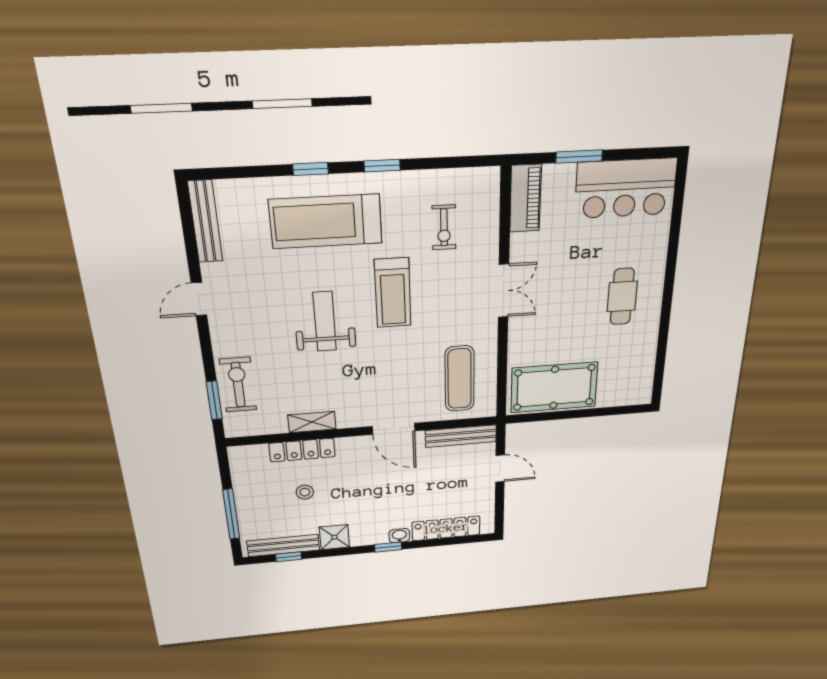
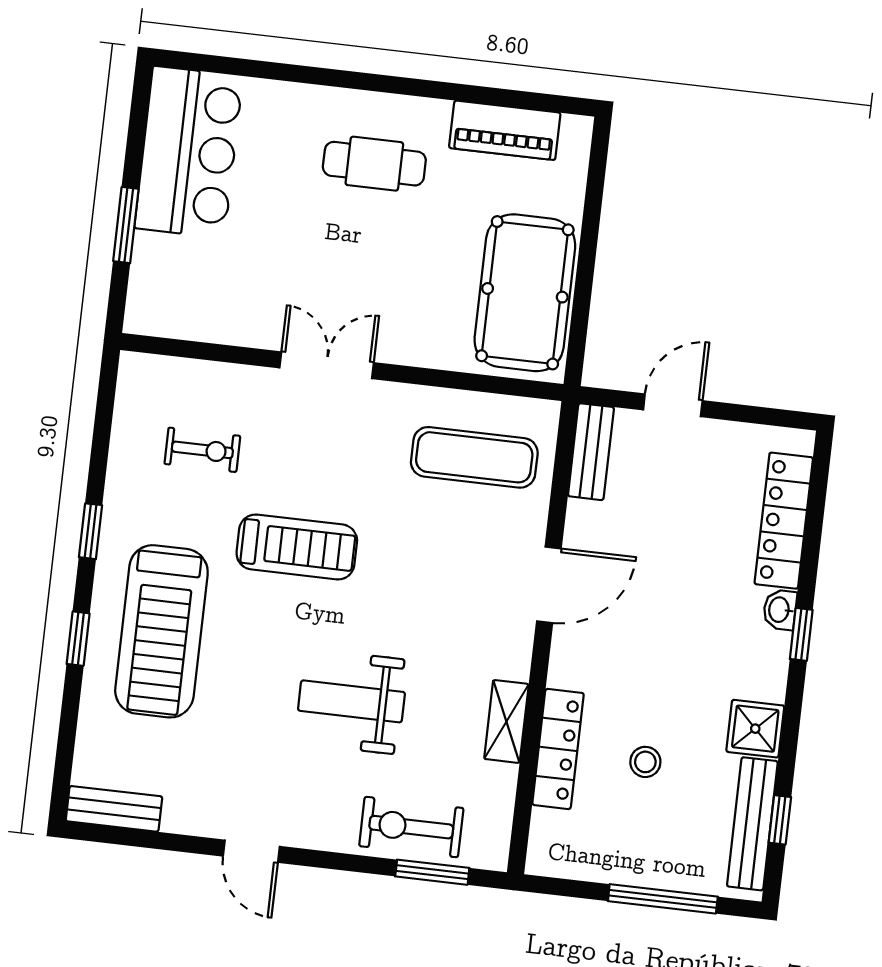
piano: (525, 198) -> (505, 130), moved, turned 180
bench: (205, 222) -> (114, 809), width x0.73
weight bench: (325, 321) -> (351, 701), moved
bench: (461, 436) -> (591, 452), width x0.73

